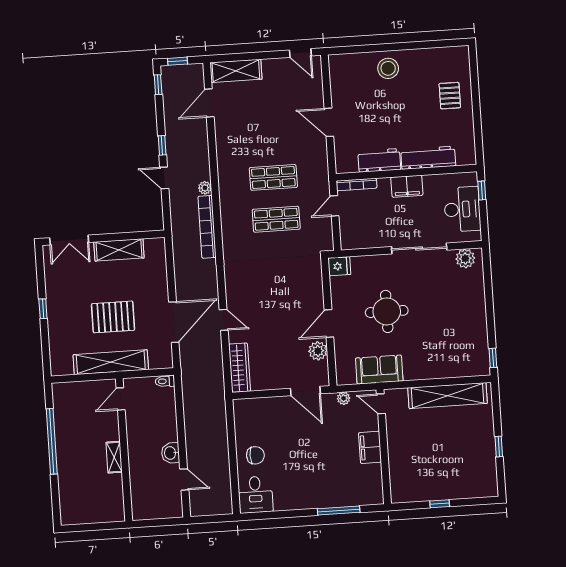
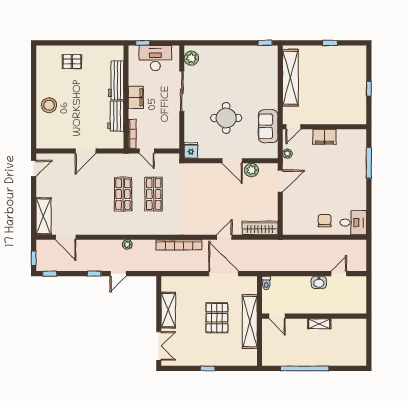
bookcase: (207, 227) -> (179, 245), moved

